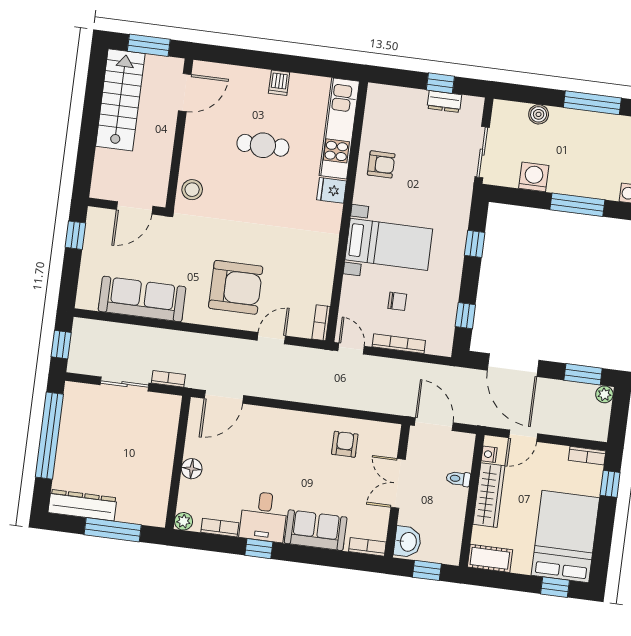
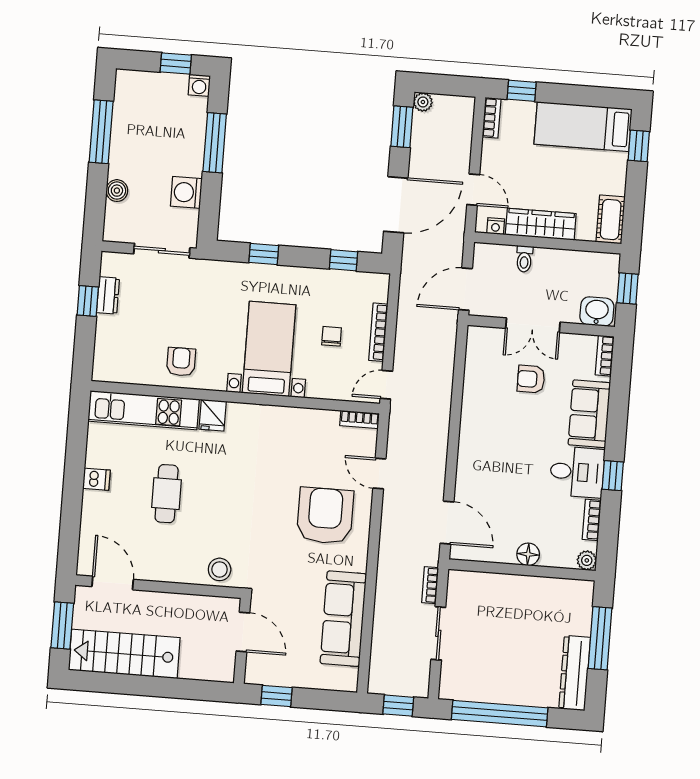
armchair: (345, 444) -> (531, 379), moved
bed: (565, 536) -> (583, 127), width x0.67

